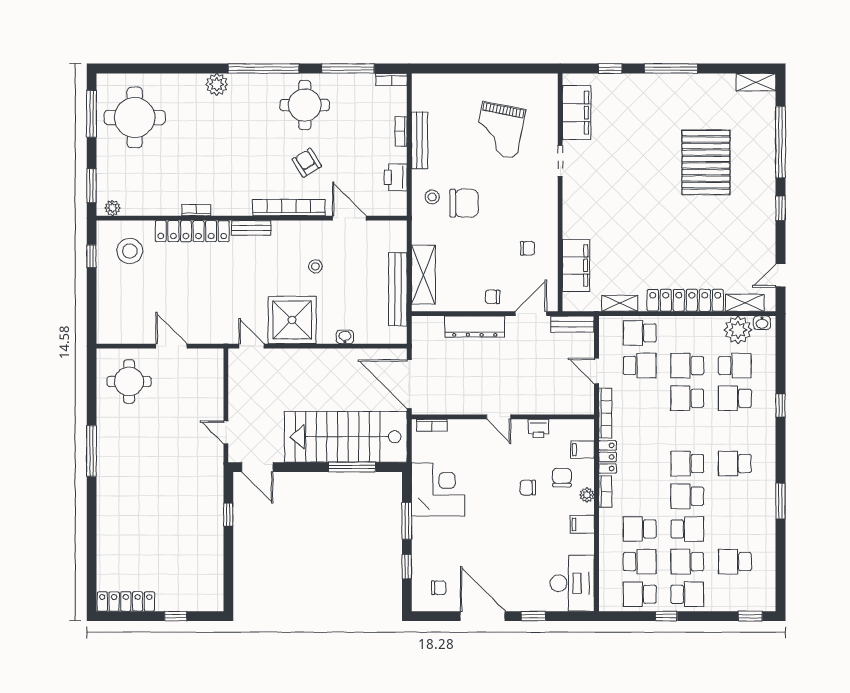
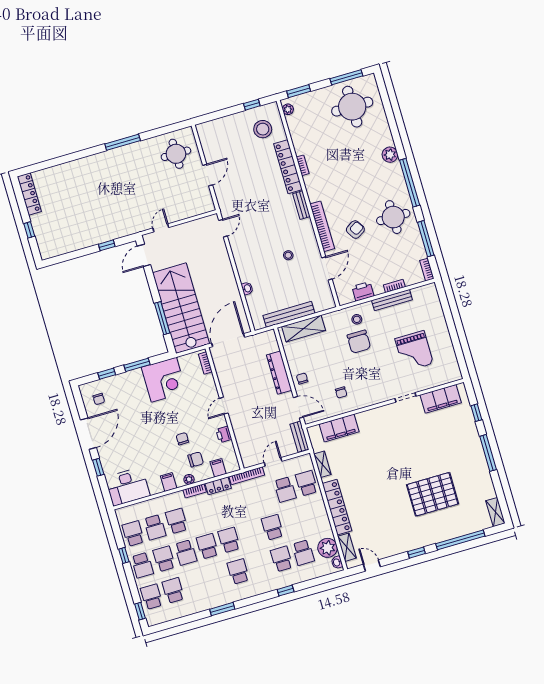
grand piano: (499, 130) -> (414, 351), turned -101
shower: (292, 320) -> (248, 250), removed
school desk: (687, 366) -> (152, 597), moved

